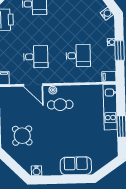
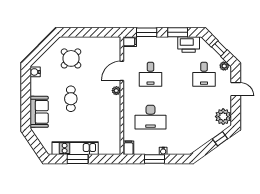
water cooler: (107, 14) -> (192, 147), removed
desk: (78, 56) -> (150, 117), width x1.37
cafe table: (60, 105) -> (71, 99), moved
kitchen unit: (110, 107) -> (75, 148), moved

